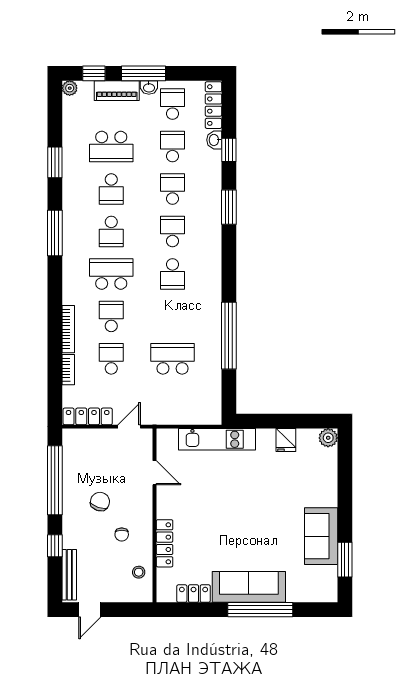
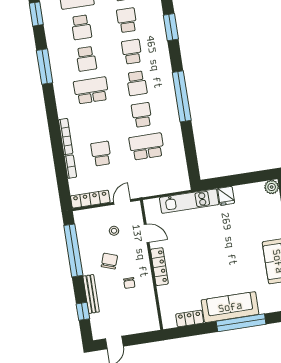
school desk: (111, 316) -> (142, 115), moved
window: (229, 336) -> (182, 96), moved
fridge: (286, 440) -> (226, 196), moved
locker: (165, 543) -> (159, 267), moved
window: (55, 546) -> (83, 311), moved
stool: (139, 572) -> (114, 231), moved
bench: (69, 575) -> (91, 294), moved

